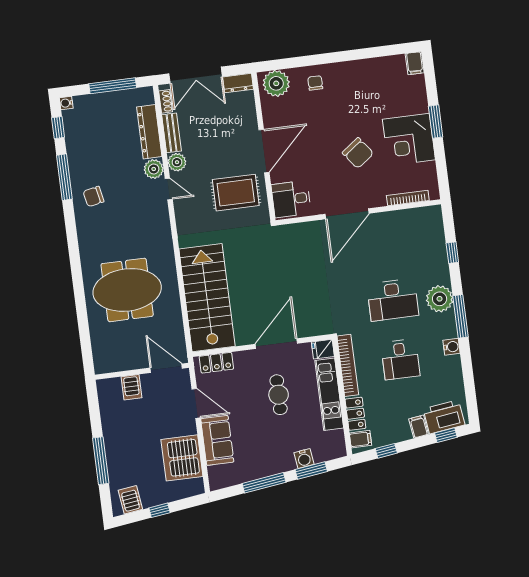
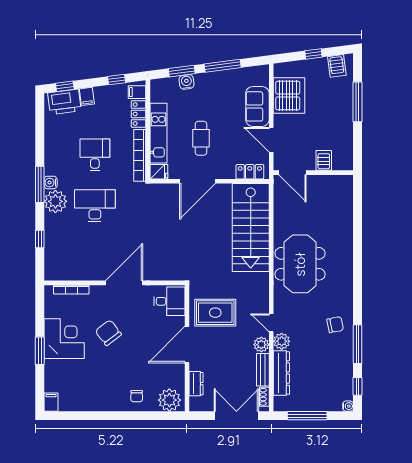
dresser: (238, 83) -> (196, 384), moved, turned 90
meeting table: (127, 290) -> (300, 264), moved, turned 90
water cooler: (452, 347) -> (51, 182), moved

